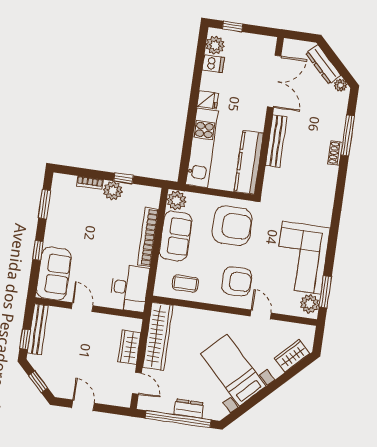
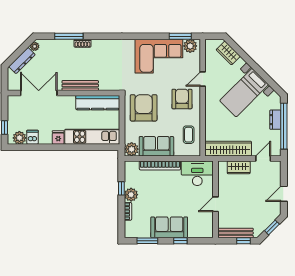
sofa: (54, 274) -> (169, 227), moved

